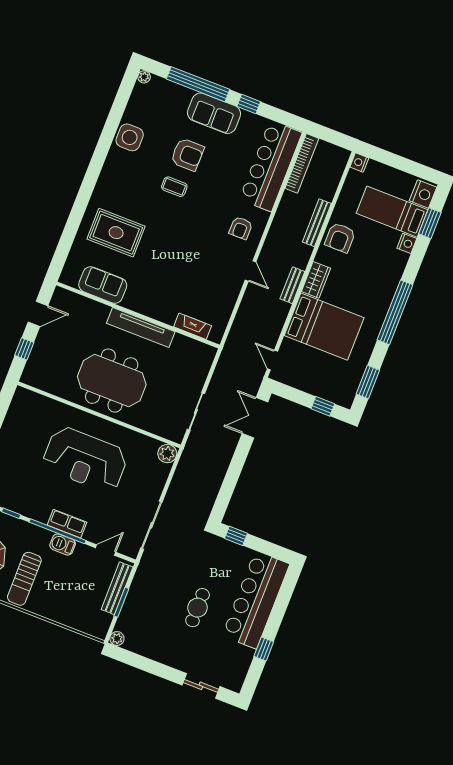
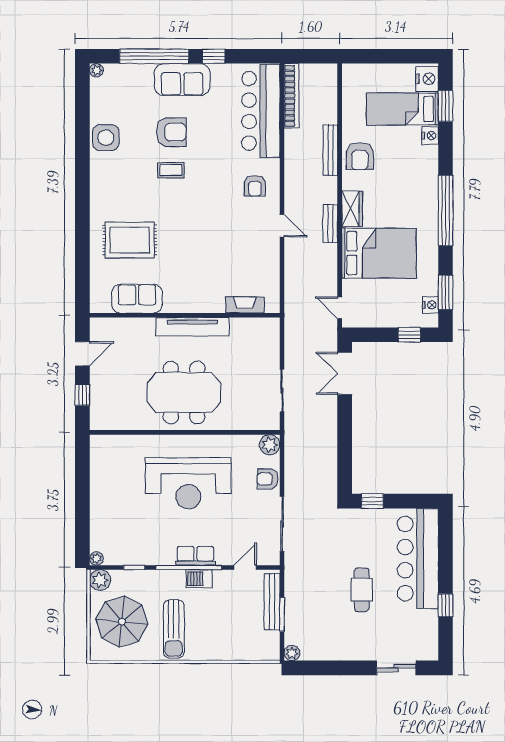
nightstand: (359, 163) -> (430, 305), moved, turned 180
armchair: (154, 482) -> (268, 479), added

